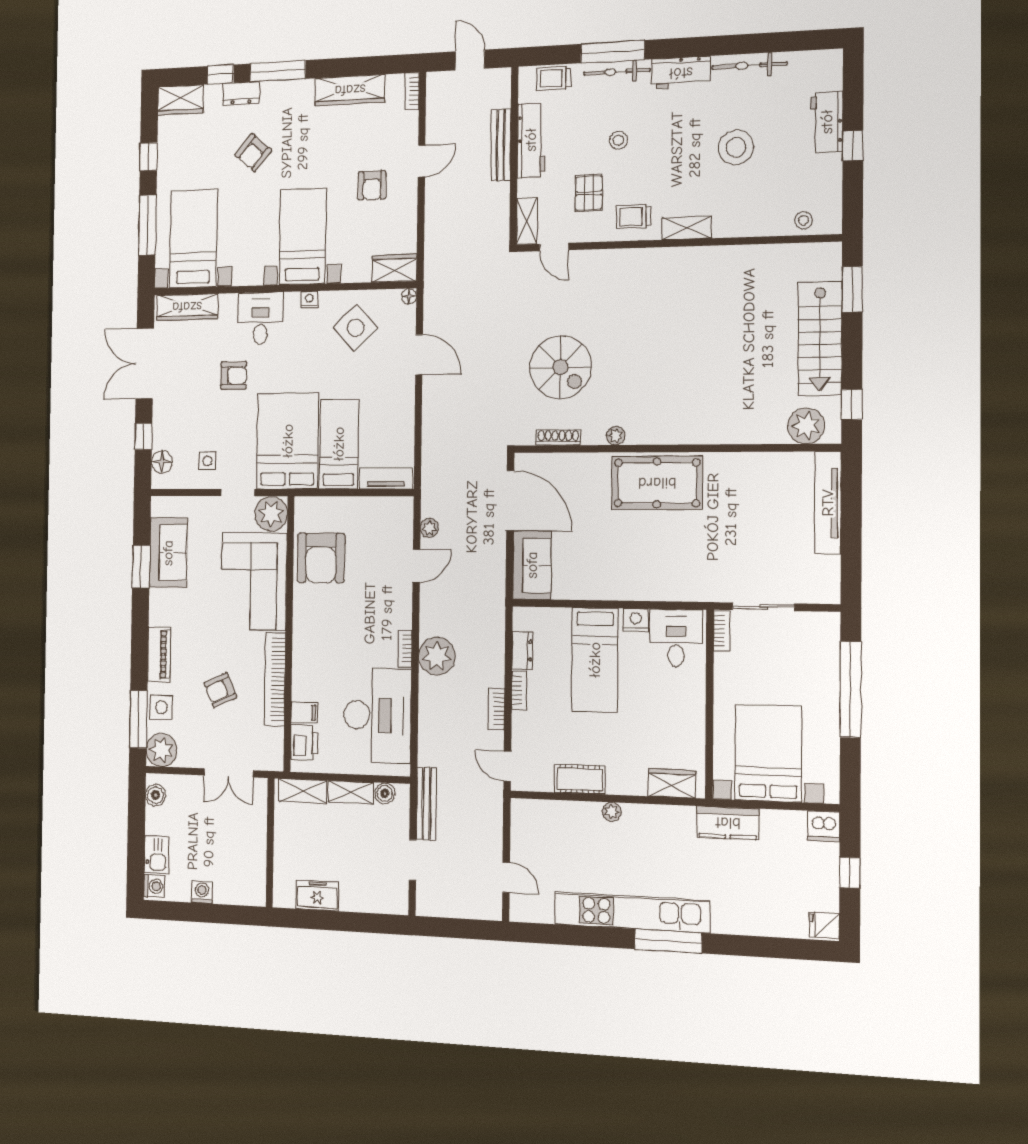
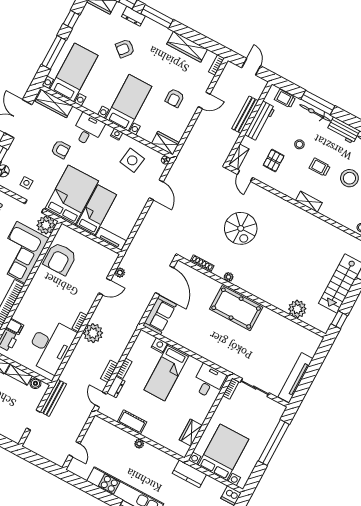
trolley: (633, 217) -> (320, 167), moved
side table: (355, 328) -> (132, 160), turned -38
spiral stairs: (560, 367) -> (241, 228), moved
plant: (806, 426) -> (297, 309), moved
tv unit: (828, 503) -> (295, 378), moved
nightstand: (636, 620) -> (159, 345), moved
dresser: (522, 650) -> (116, 387), moved
wardrobe: (672, 783) -> (191, 433), moved, turned -90

